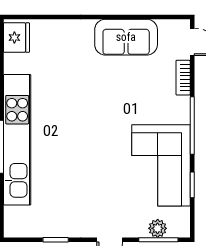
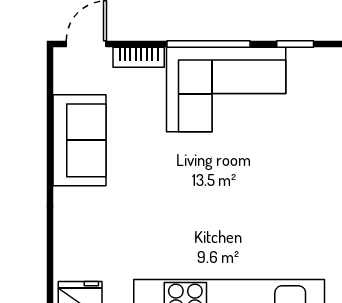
corner sofa: (161, 165) -> (226, 89), moved

